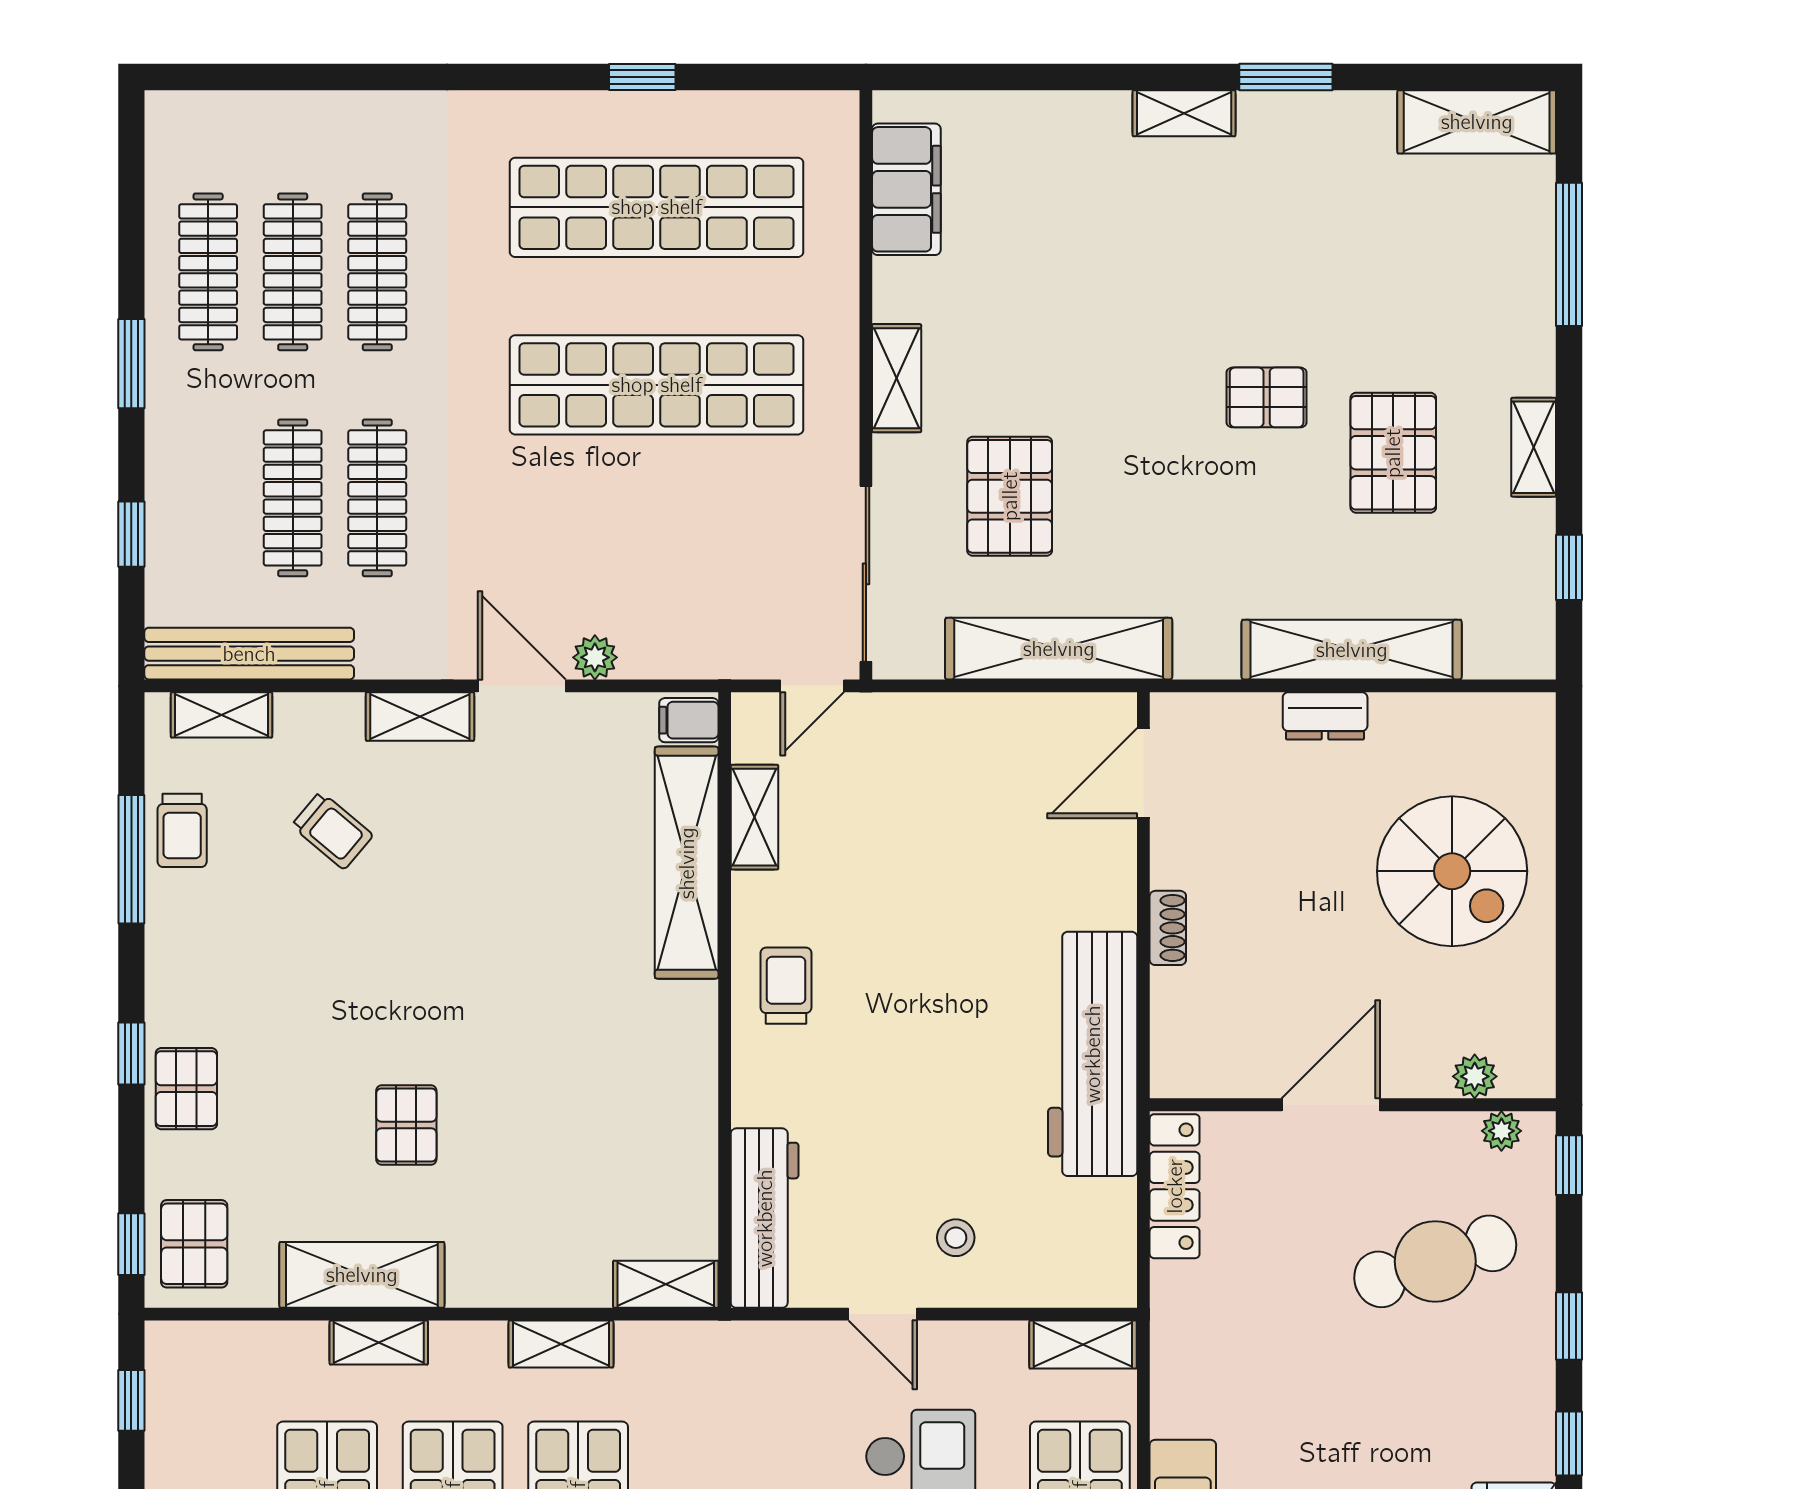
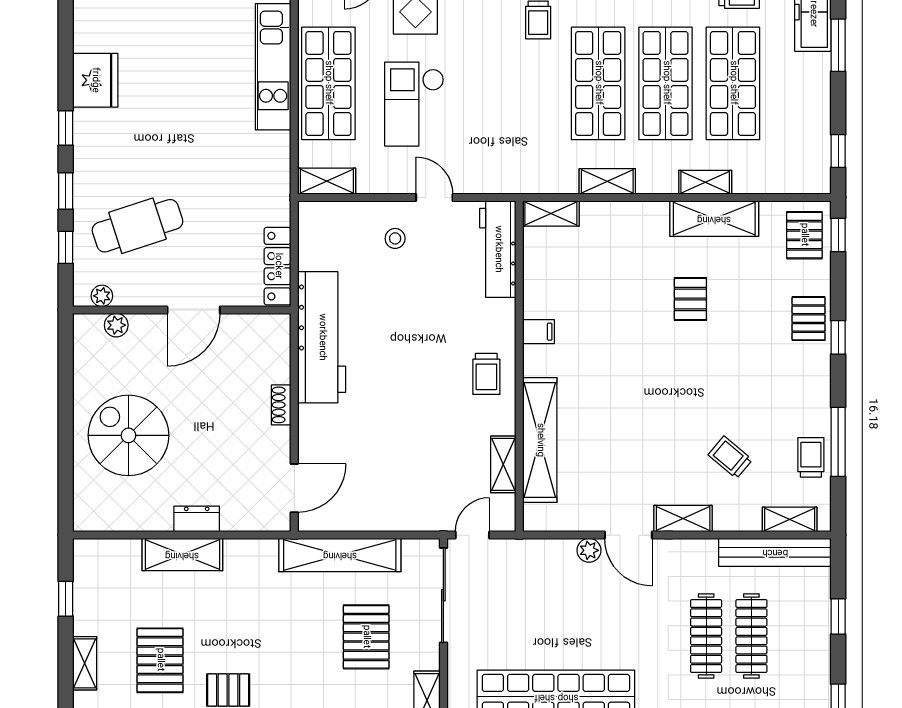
shelving: (1352, 650) -> (182, 555), width x0.68
filing cabinet: (689, 720) -> (539, 332), moved
window: (1569, 1165) -> (66, 247), moved

